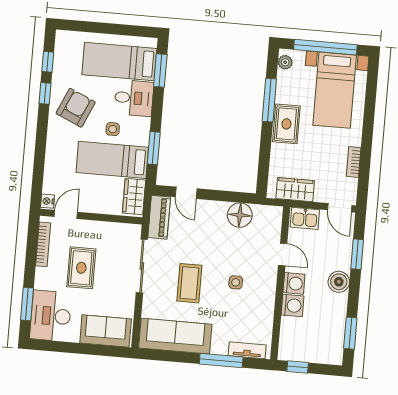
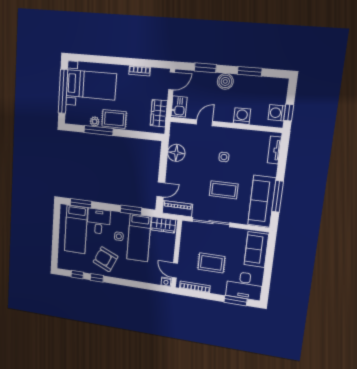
plant: (285, 62) -> (95, 122), moved
washing machine: (294, 283) -> (277, 113), moved, turned -90
window: (350, 333) -> (250, 71), moved
window: (221, 360) -> (278, 196), moved

